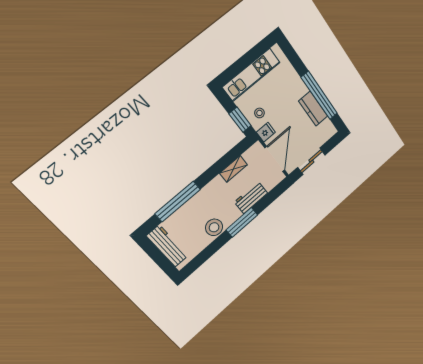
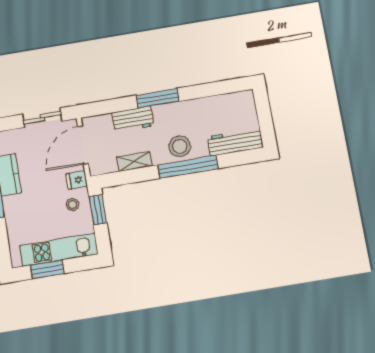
window: (252, 55) -> (47, 269), added
window: (178, 202) -> (188, 167), moved
stool: (214, 227) -> (180, 146), moved
workbench: (167, 246) -> (235, 142), moved, turned 90

